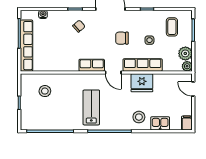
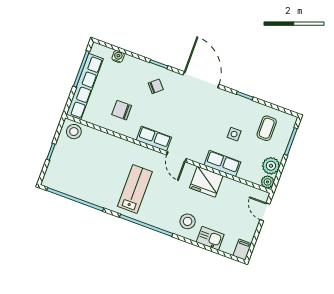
chair: (122, 38) -> (122, 110), moved
row of seats: (143, 65) -> (222, 164), width x0.68
stool: (45, 91) -> (74, 132), moved

